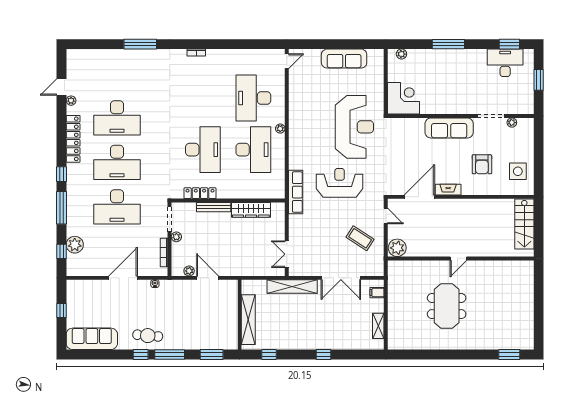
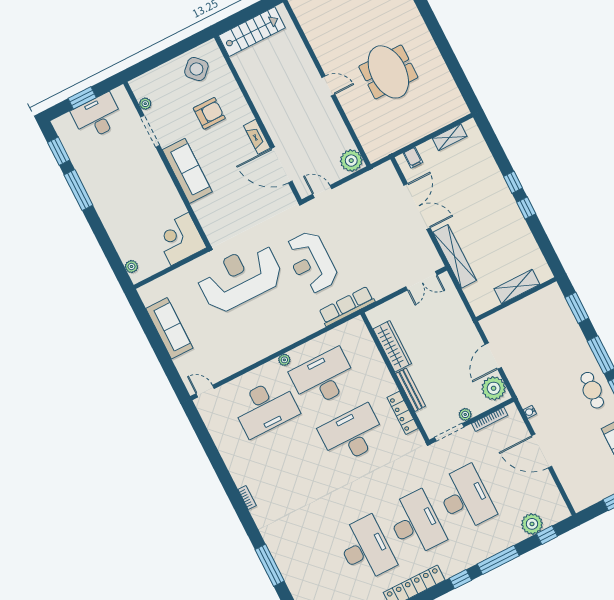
window: (448, 44) -> (78, 190), moved
desk: (505, 63) -> (97, 117), moved, turned 90
side table: (518, 171) -> (196, 69), turned 45
door: (386, 216) -> (322, 192), hinge flipped
coffee table: (360, 238) -> (362, 208), removed
plant: (189, 271) -> (494, 388), width x1.88, depth x1.88
meeting table: (447, 306) -> (388, 72), turned 90
shelving: (248, 320) -> (517, 287), width x0.68
window: (269, 355) -> (526, 208), moved

